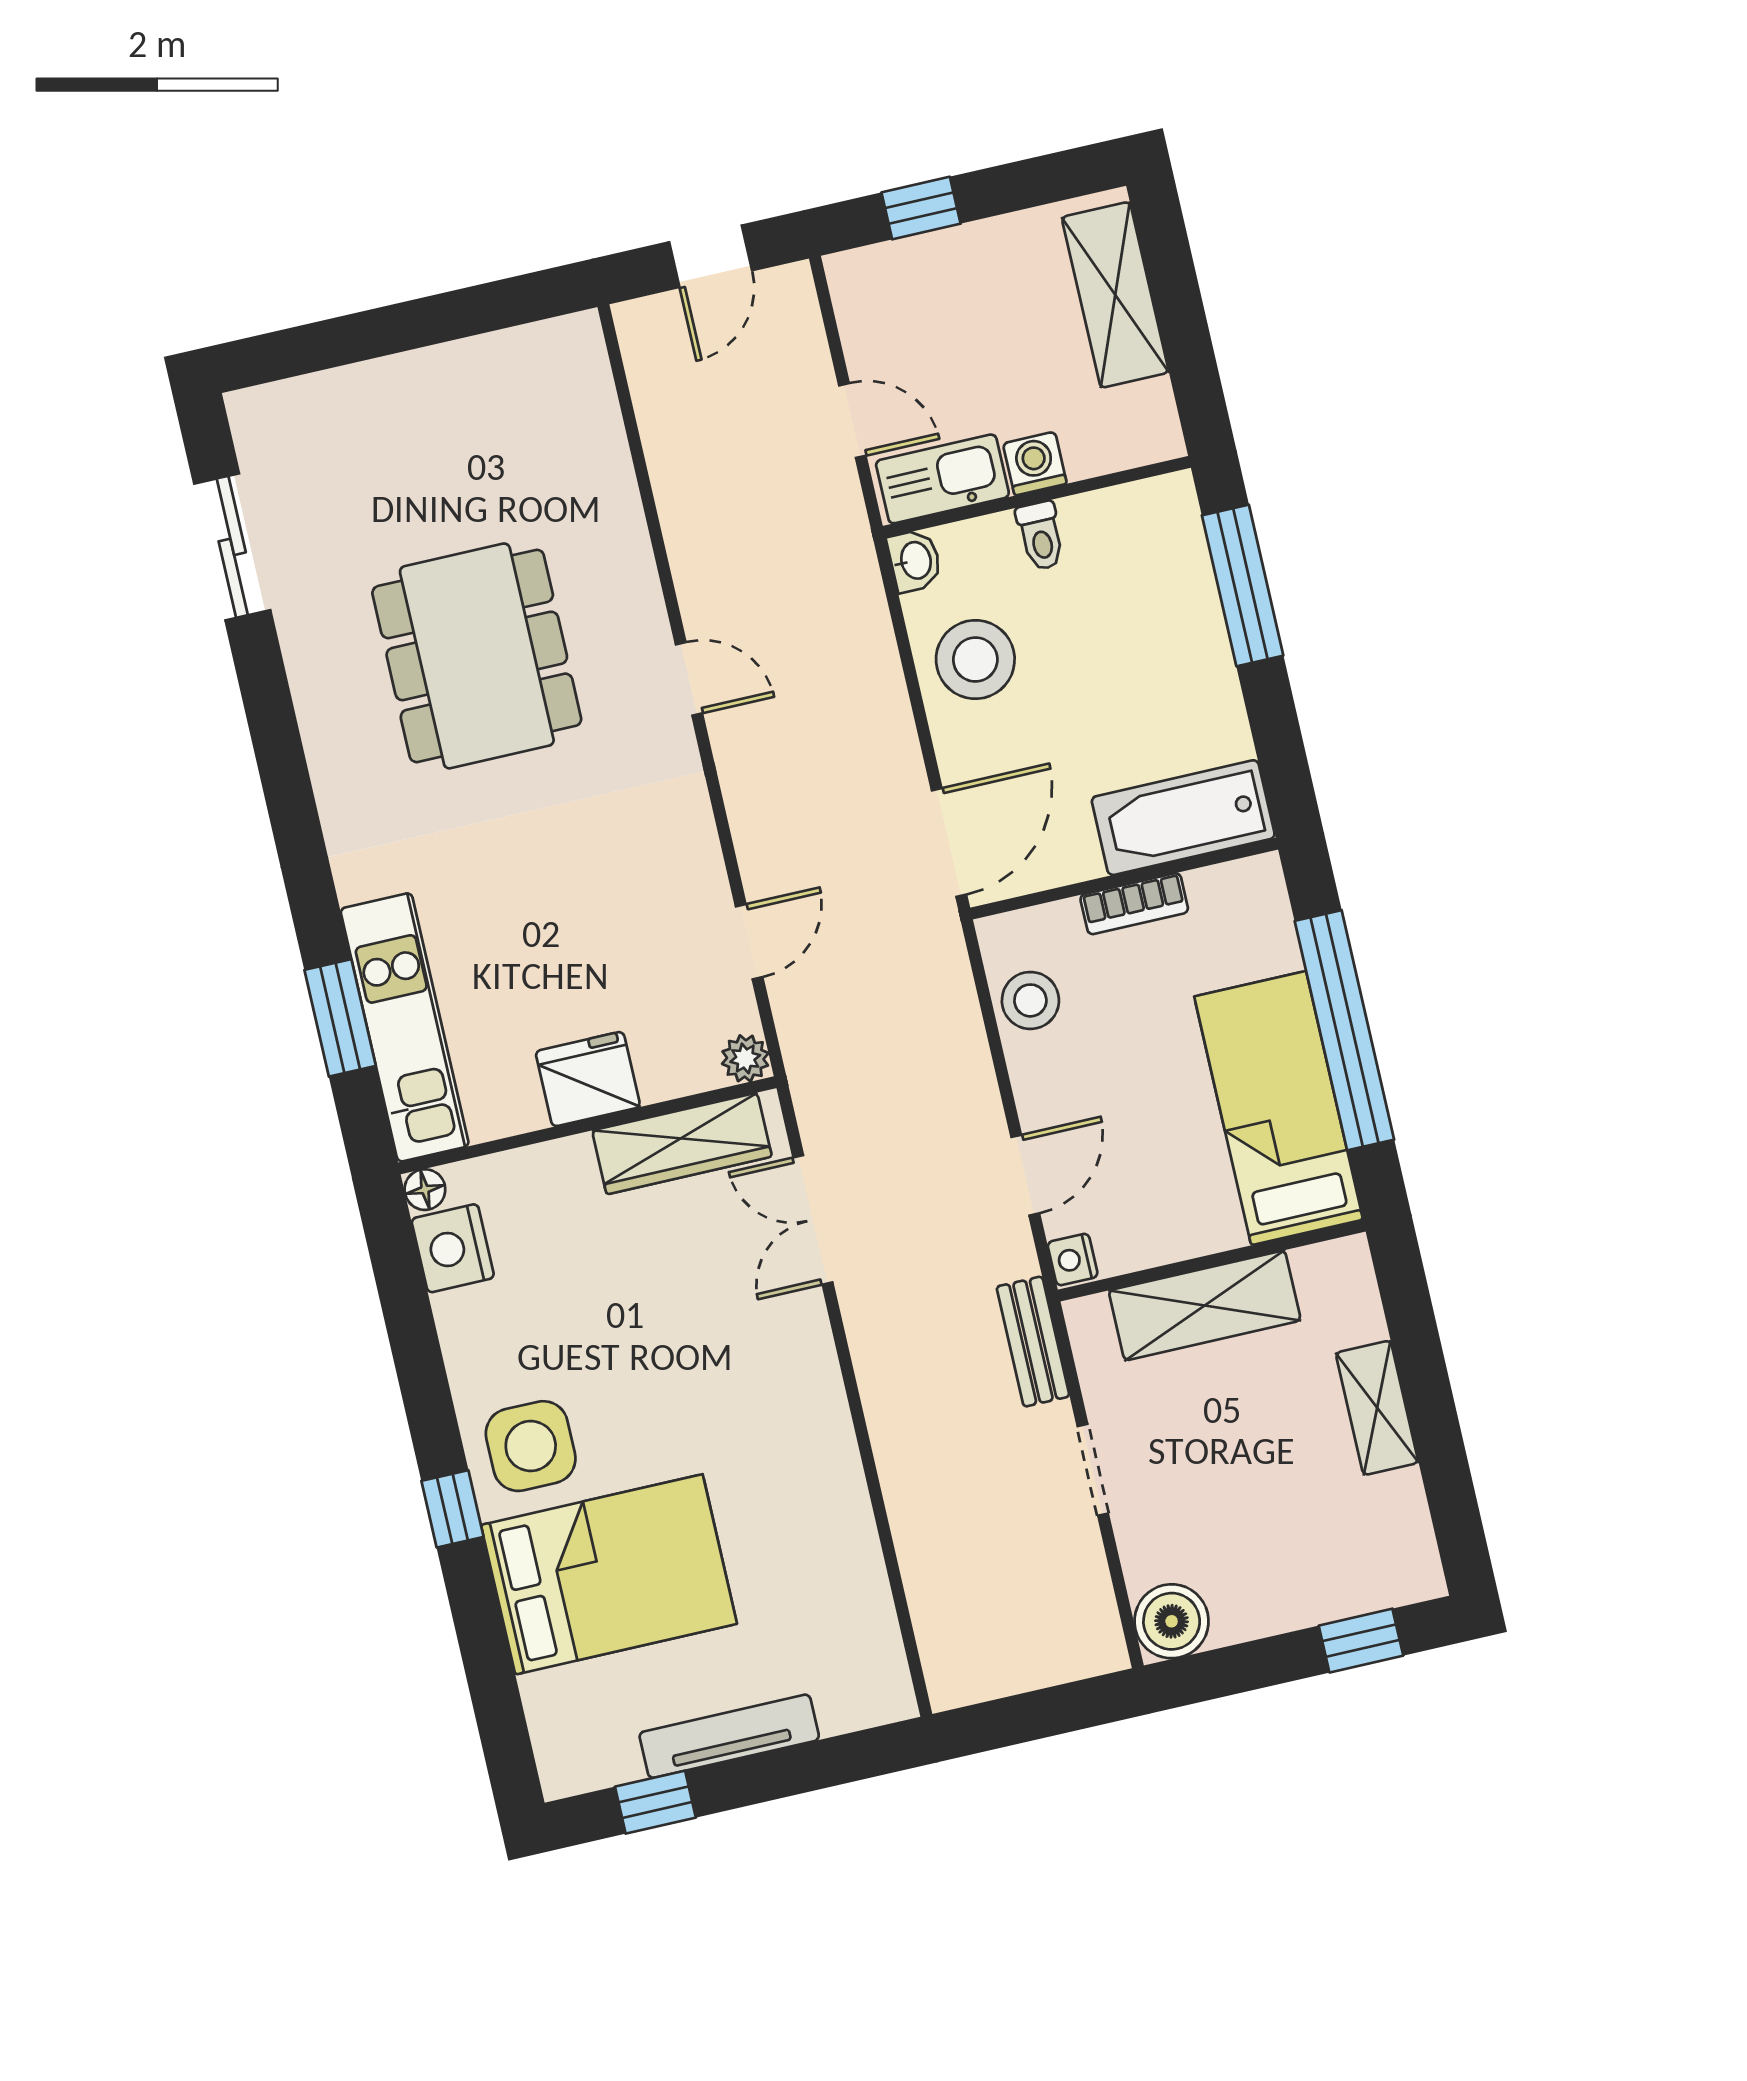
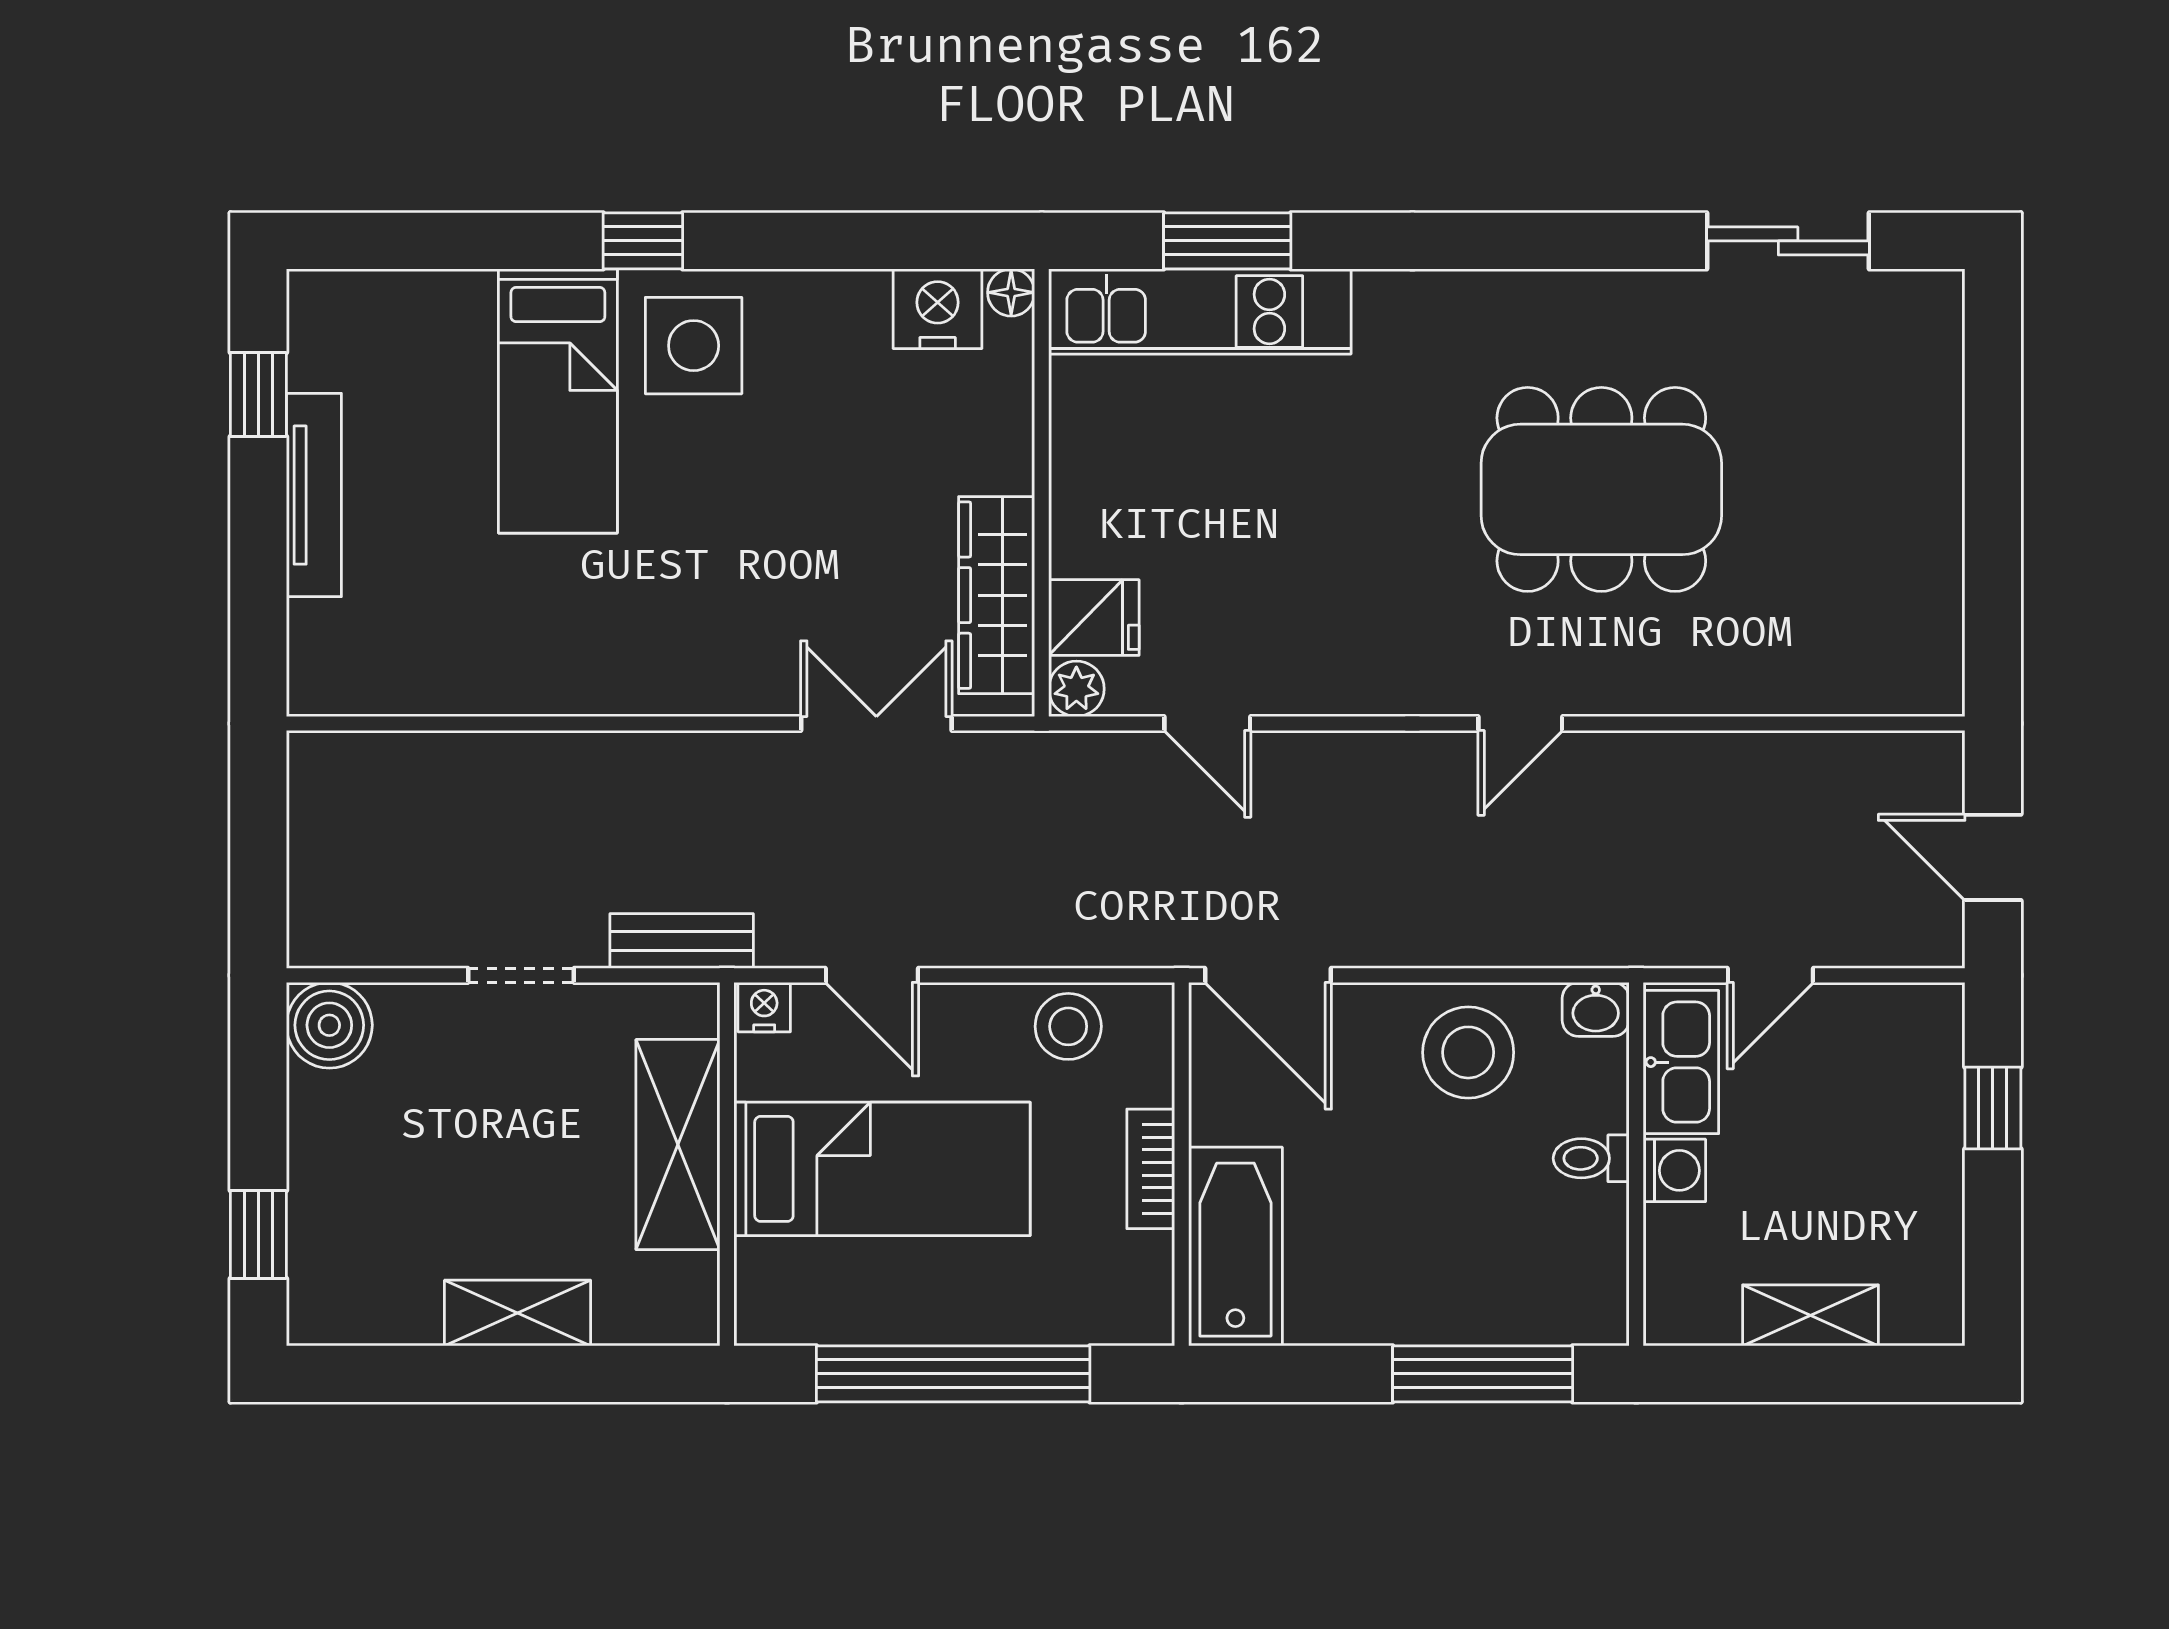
shelving: (1115, 295) -> (1810, 1315), width x0.67, depth x0.75
fridge: (588, 1079) -> (1094, 618), moved, width x0.72
bed: (1279, 1108) -> (882, 1169), moved
bed: (609, 1574) -> (558, 401), width x0.67

